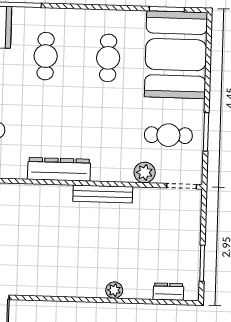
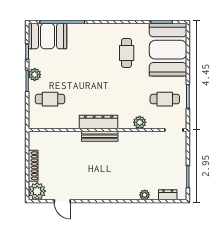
cafe table: (46, 56) -> (88, 53), removed
plant: (145, 173) -> (140, 122), moved
bench: (103, 194) -> (100, 136), moved
plant: (114, 290) -> (145, 195), moved

